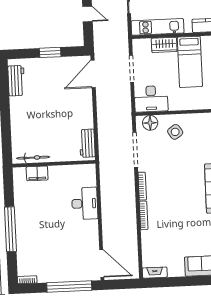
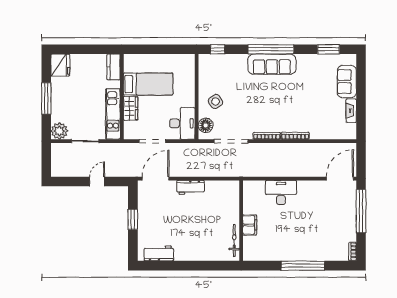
door: (93, 74) -> (156, 179), swing flipped
workbench: (87, 143) -> (191, 187), moved
filing cabinet: (37, 173) -> (250, 225), moved
fireplace: (155, 273) -> (351, 111), moved

